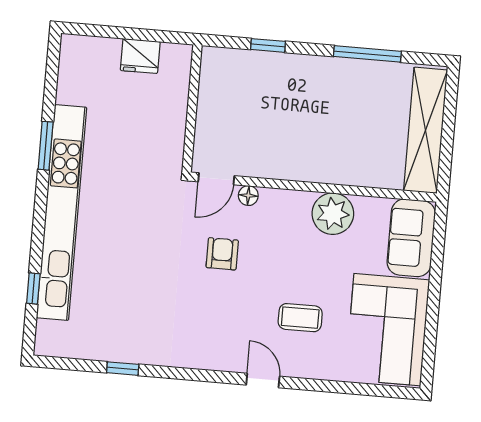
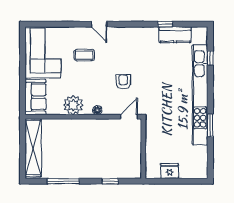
floor lamp: (248, 196) -> (97, 110), moved
armchair: (222, 254) -> (123, 82), turned 180
kitchen counter: (104, 344) -> (175, 35), added

